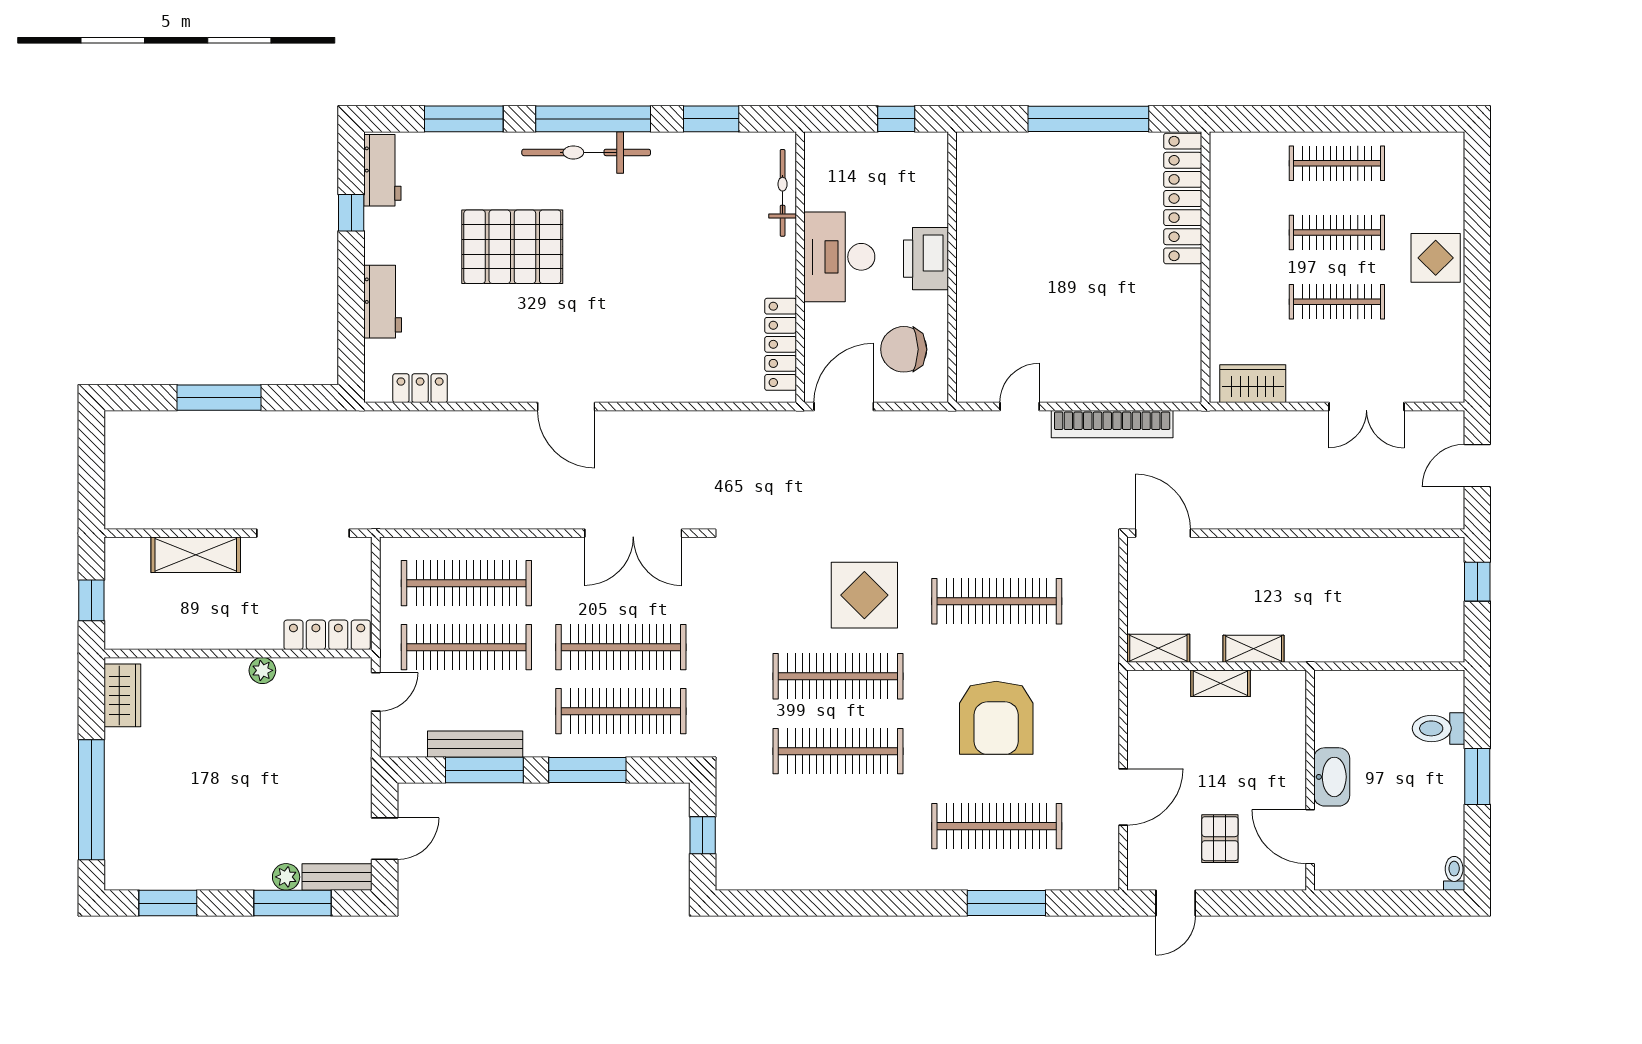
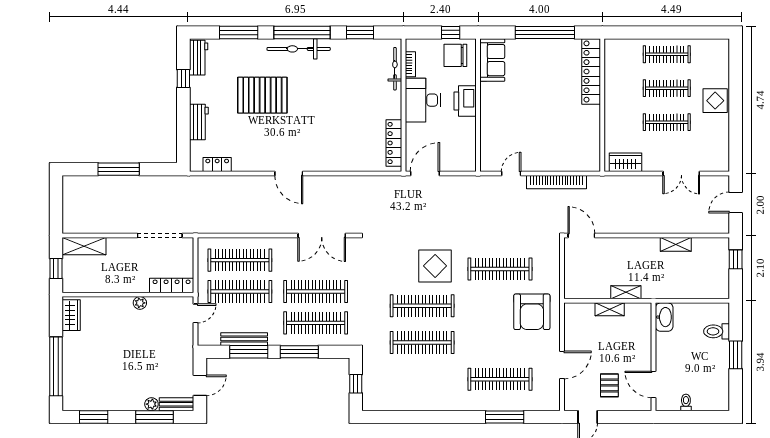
sofa: (981, 175) -> (492, 60), added
bookcase: (814, 184) -> (410, 64), added
chair: (904, 349) -> (455, 55), moved
shelving: (196, 555) -> (84, 246), moved
shelving: (1158, 648) -> (676, 244), moved
armchair: (996, 718) -> (532, 312), moved
washbasin: (1332, 777) -> (664, 317), moved
toilet: (1454, 873) -> (686, 402), moved

